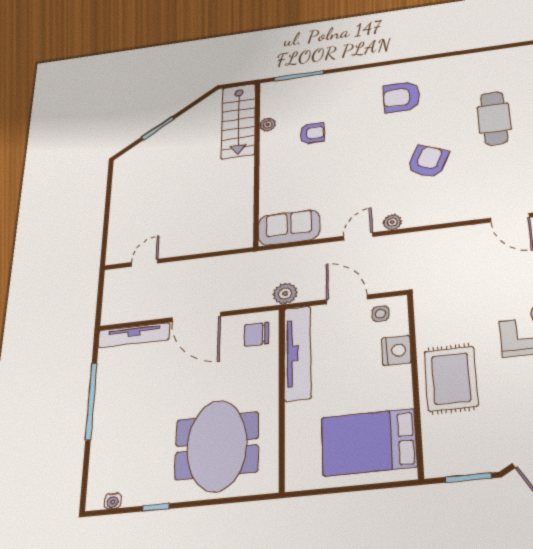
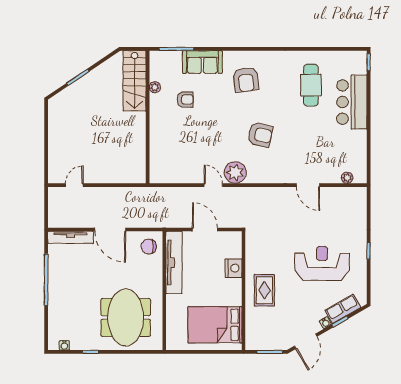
armchair: (401, 97) -> (246, 80), turned -97
cafe table: (494, 118) -> (311, 85), moved
armchair: (428, 161) -> (260, 135), turned 79
plant: (392, 222) -> (235, 173), width x1.87, depth x1.87
sofa: (289, 228) -> (202, 62), moved, turned 180
door: (358, 236) -> (213, 185), hinge flipped
plant: (285, 293) -> (167, 220), removed
side table: (380, 314) -> (225, 242), removed
rug: (451, 379) -> (264, 290), width x0.73, depth x0.70

